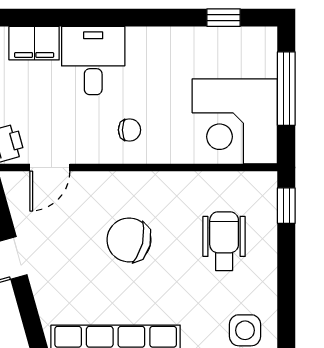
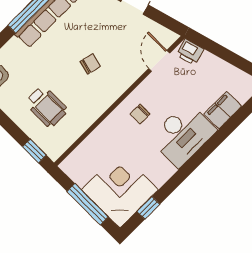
desk: (93, 61) -> (183, 135), width x1.37
corner desk: (235, 121) -> (120, 190), moved
chair: (129, 240) -> (90, 64), width x0.54, depth x0.54

